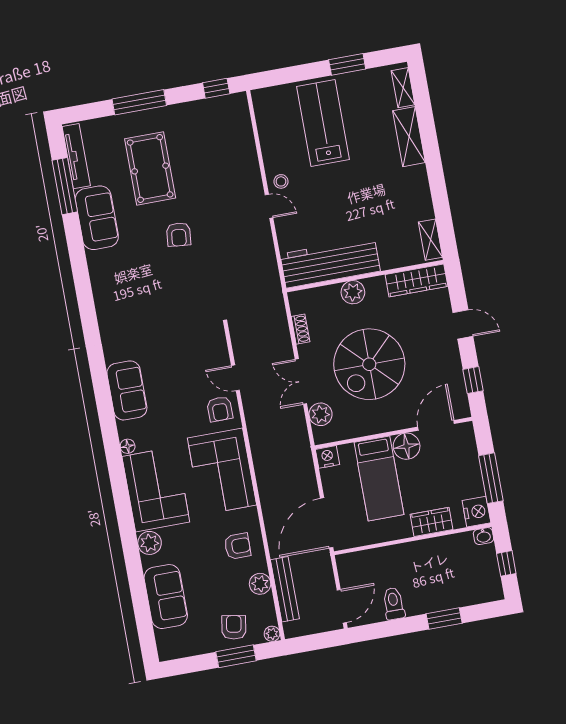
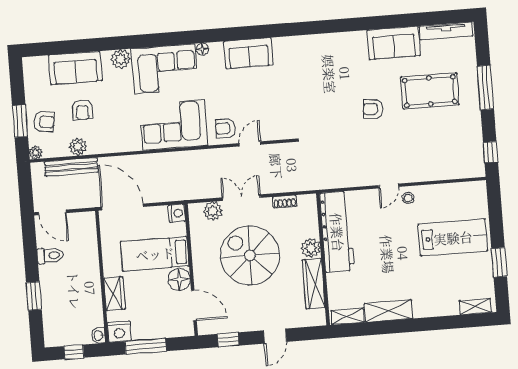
shelving: (409, 137) -> (389, 311), moved
window: (65, 186) -> (422, 19), removed
wardrobe: (416, 280) -> (314, 284), moved
armchair: (238, 546) -> (82, 110), moved

